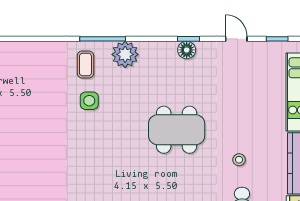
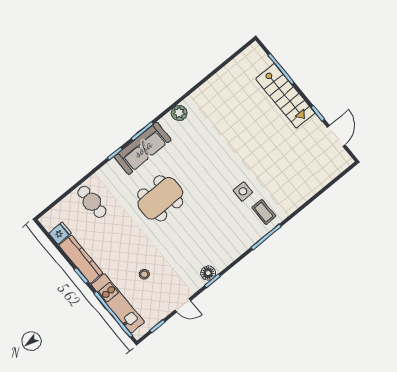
plant: (125, 54) -> (244, 239), removed
dining table: (177, 130) -> (160, 198), moved
stool: (239, 160) -> (144, 274), moved

